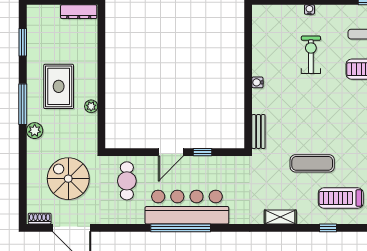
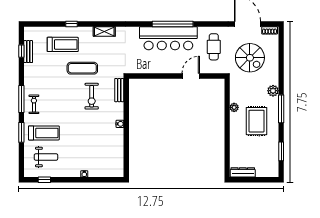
exercise bike: (311, 55) -> (92, 96), moved
door: (171, 152) -> (191, 76), moved
window: (202, 152) -> (158, 76), removed
cafe table: (127, 181) -> (214, 47), moved

